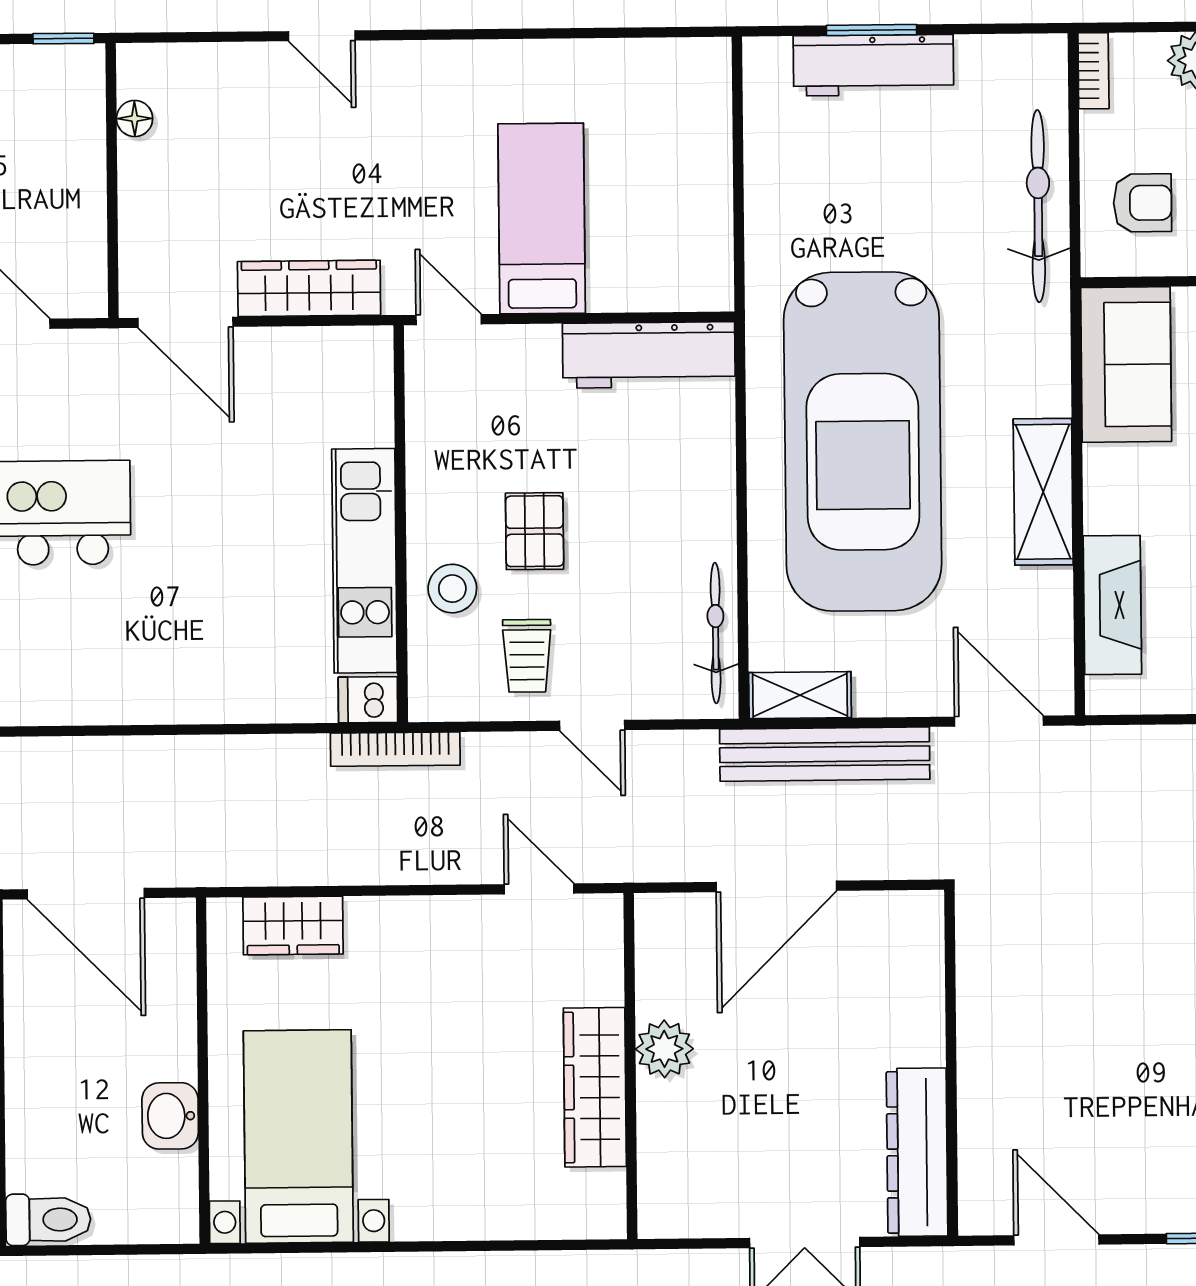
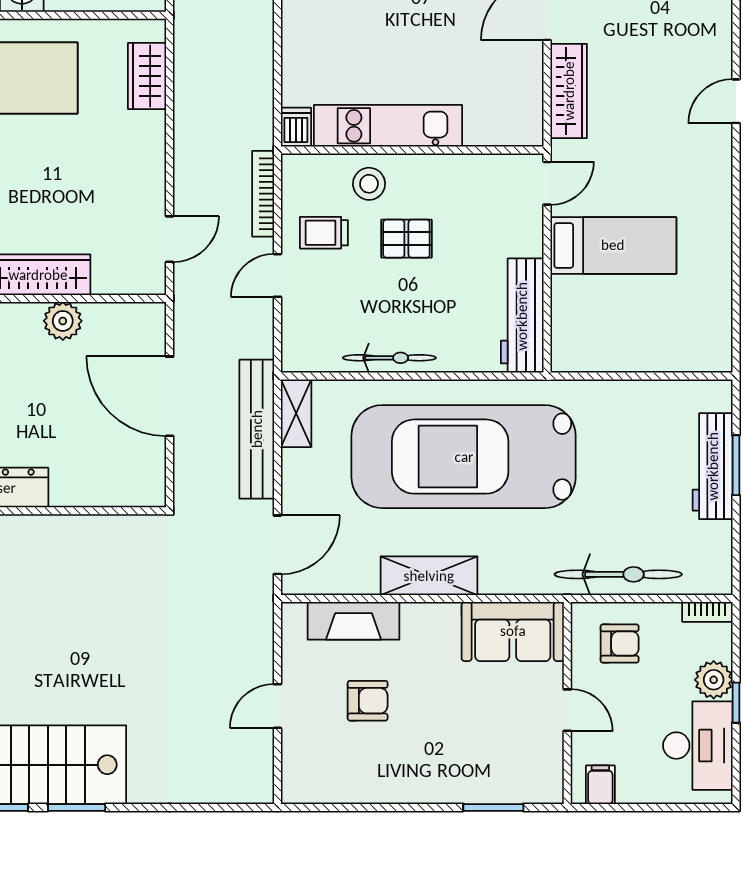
armchair: (1143, 203) -> (620, 643), turned -90
bicycle: (716, 633) -> (389, 358), moved
bookcase: (395, 749) -> (263, 194), moved

